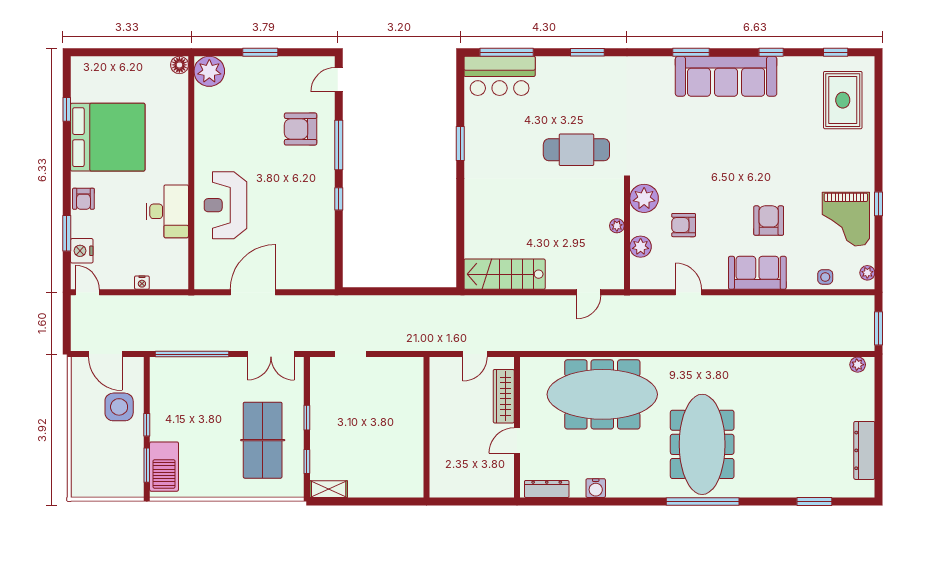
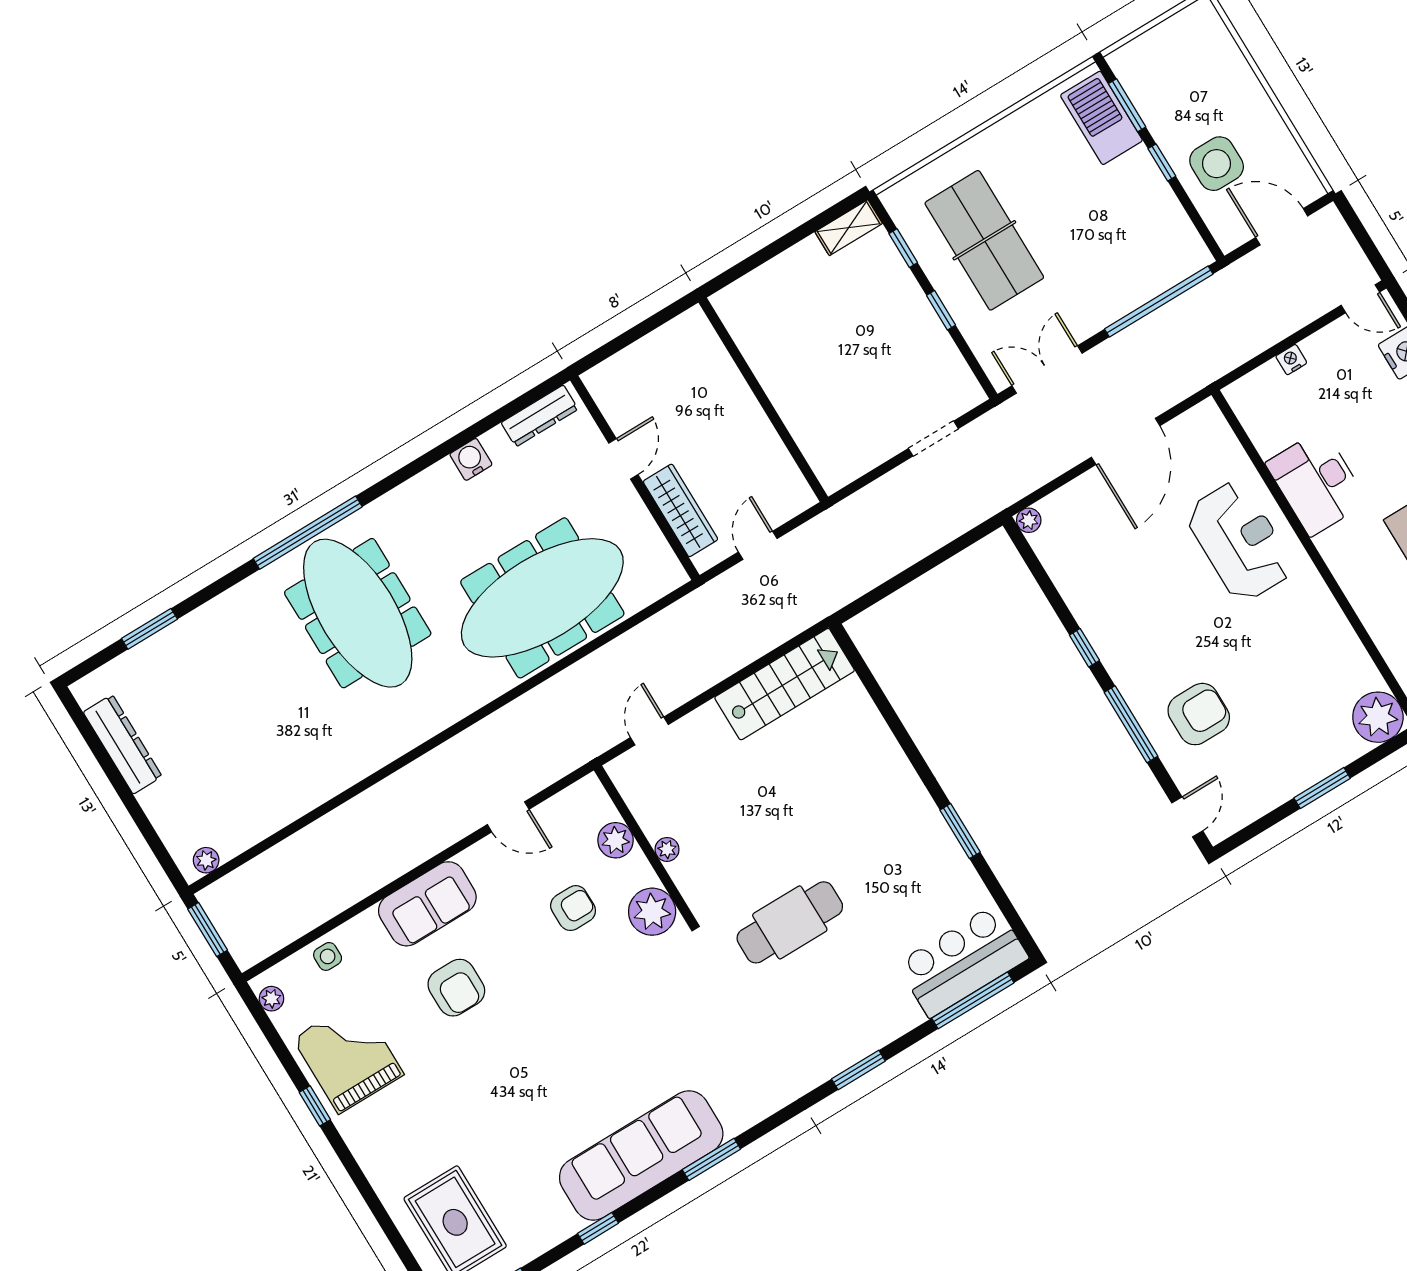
plant: (327, 282) -> (1029, 520), added

